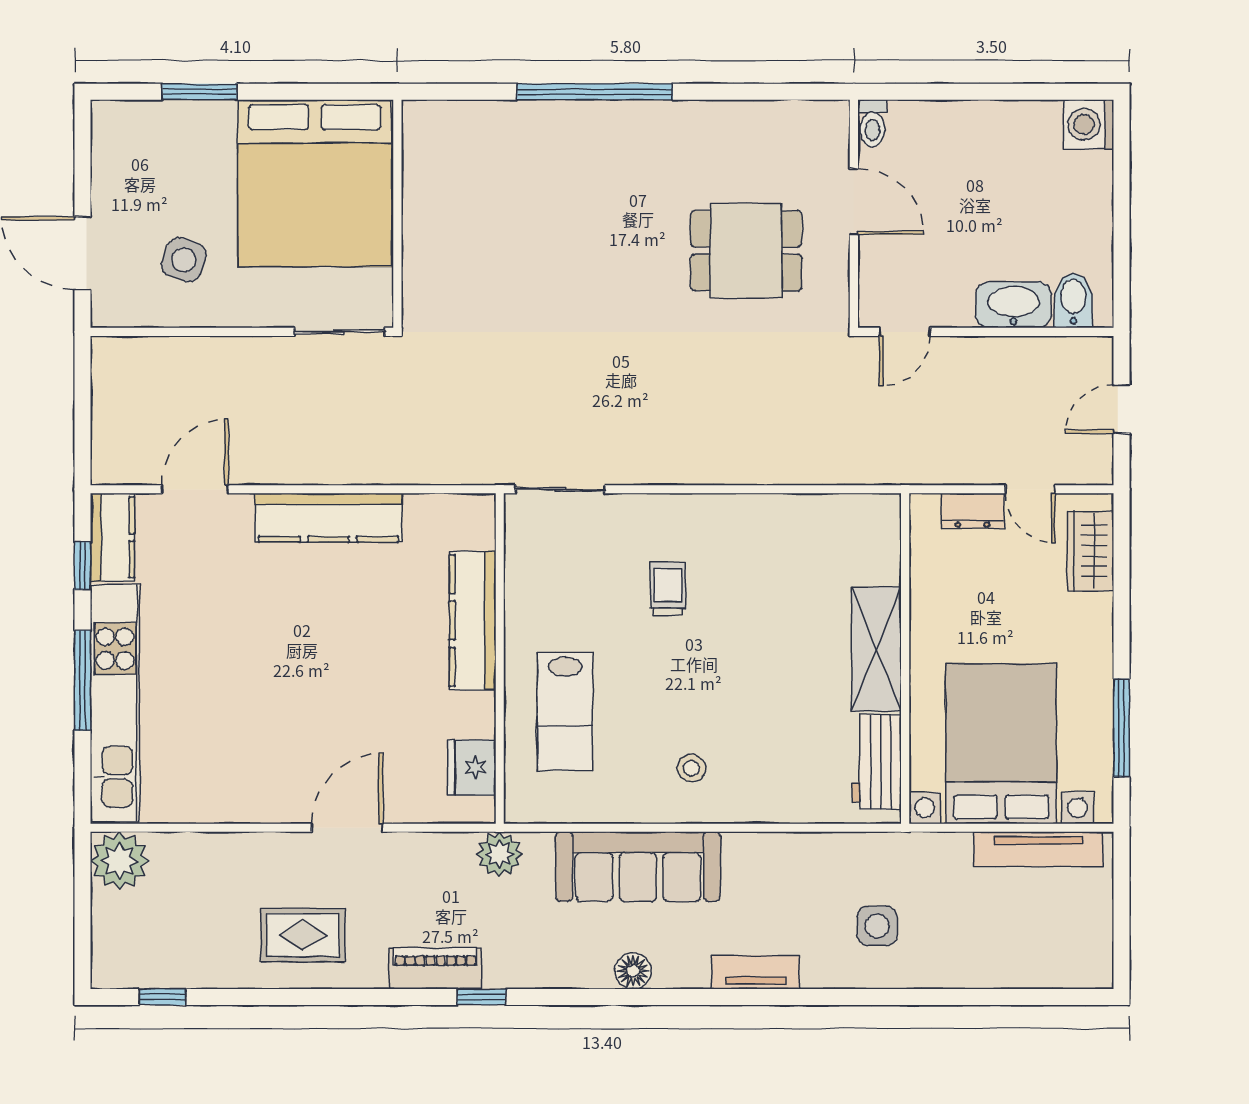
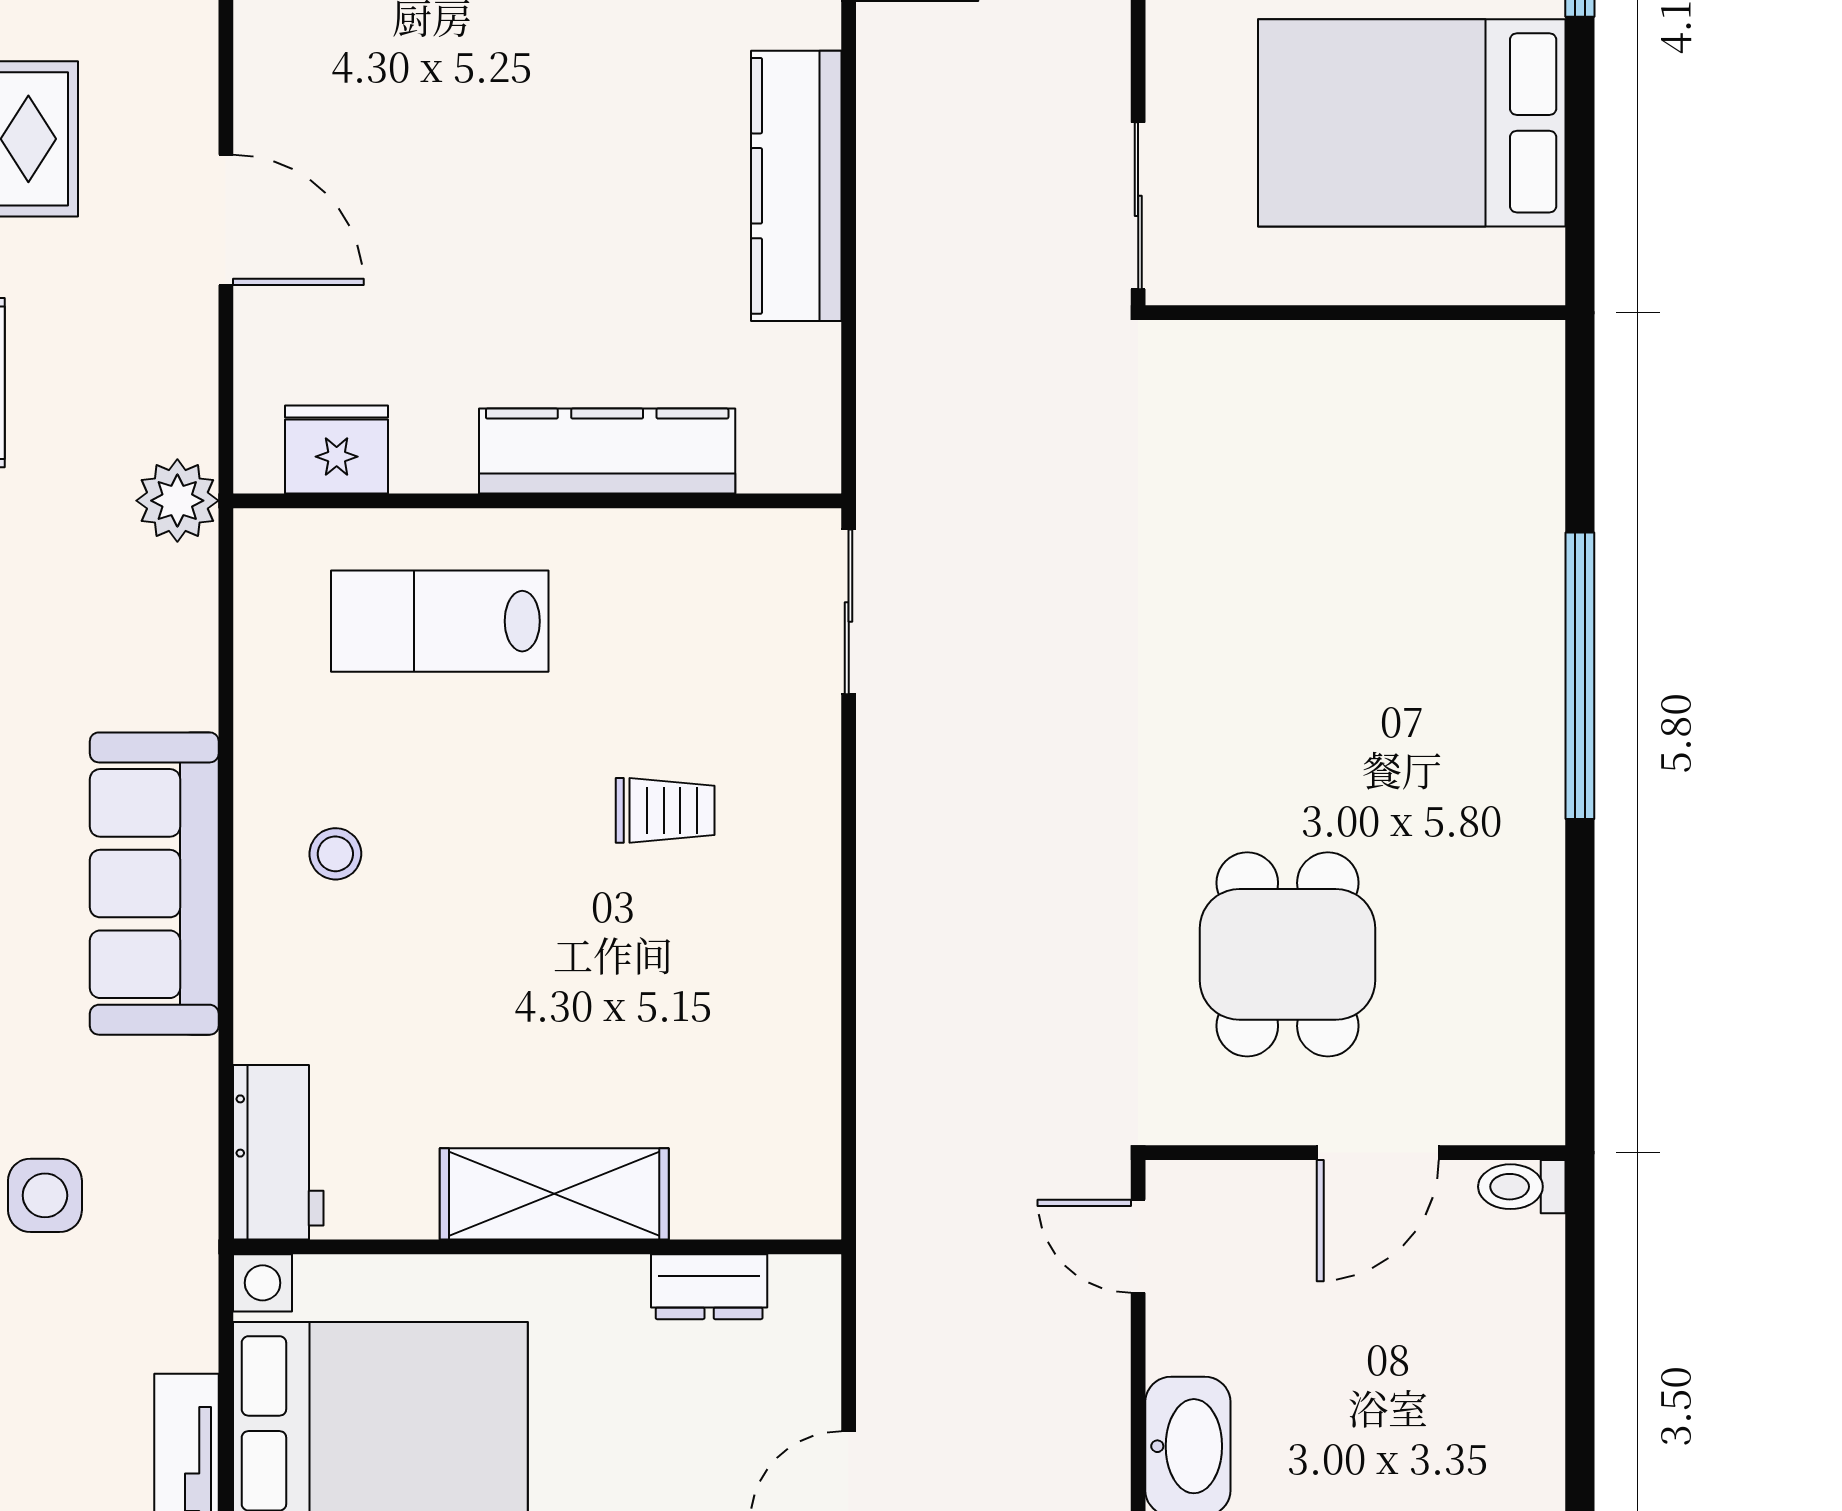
bed: (315, 183) -> (1412, 123), width x0.73
dresser: (973, 511) -> (709, 1287), moved, turned -90
workbench: (877, 762) -> (278, 1152), moved, turned 90
sofa: (638, 867) -> (154, 884), moved

